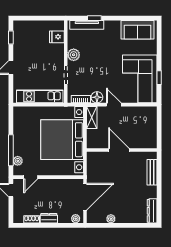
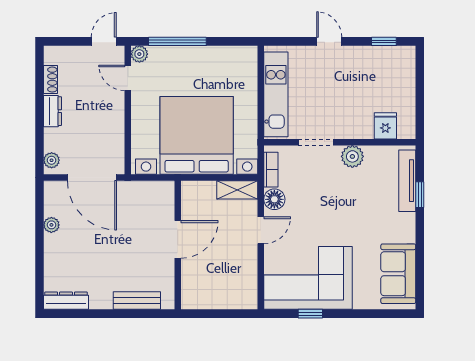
plant: (18, 161) -> (139, 54), moved

